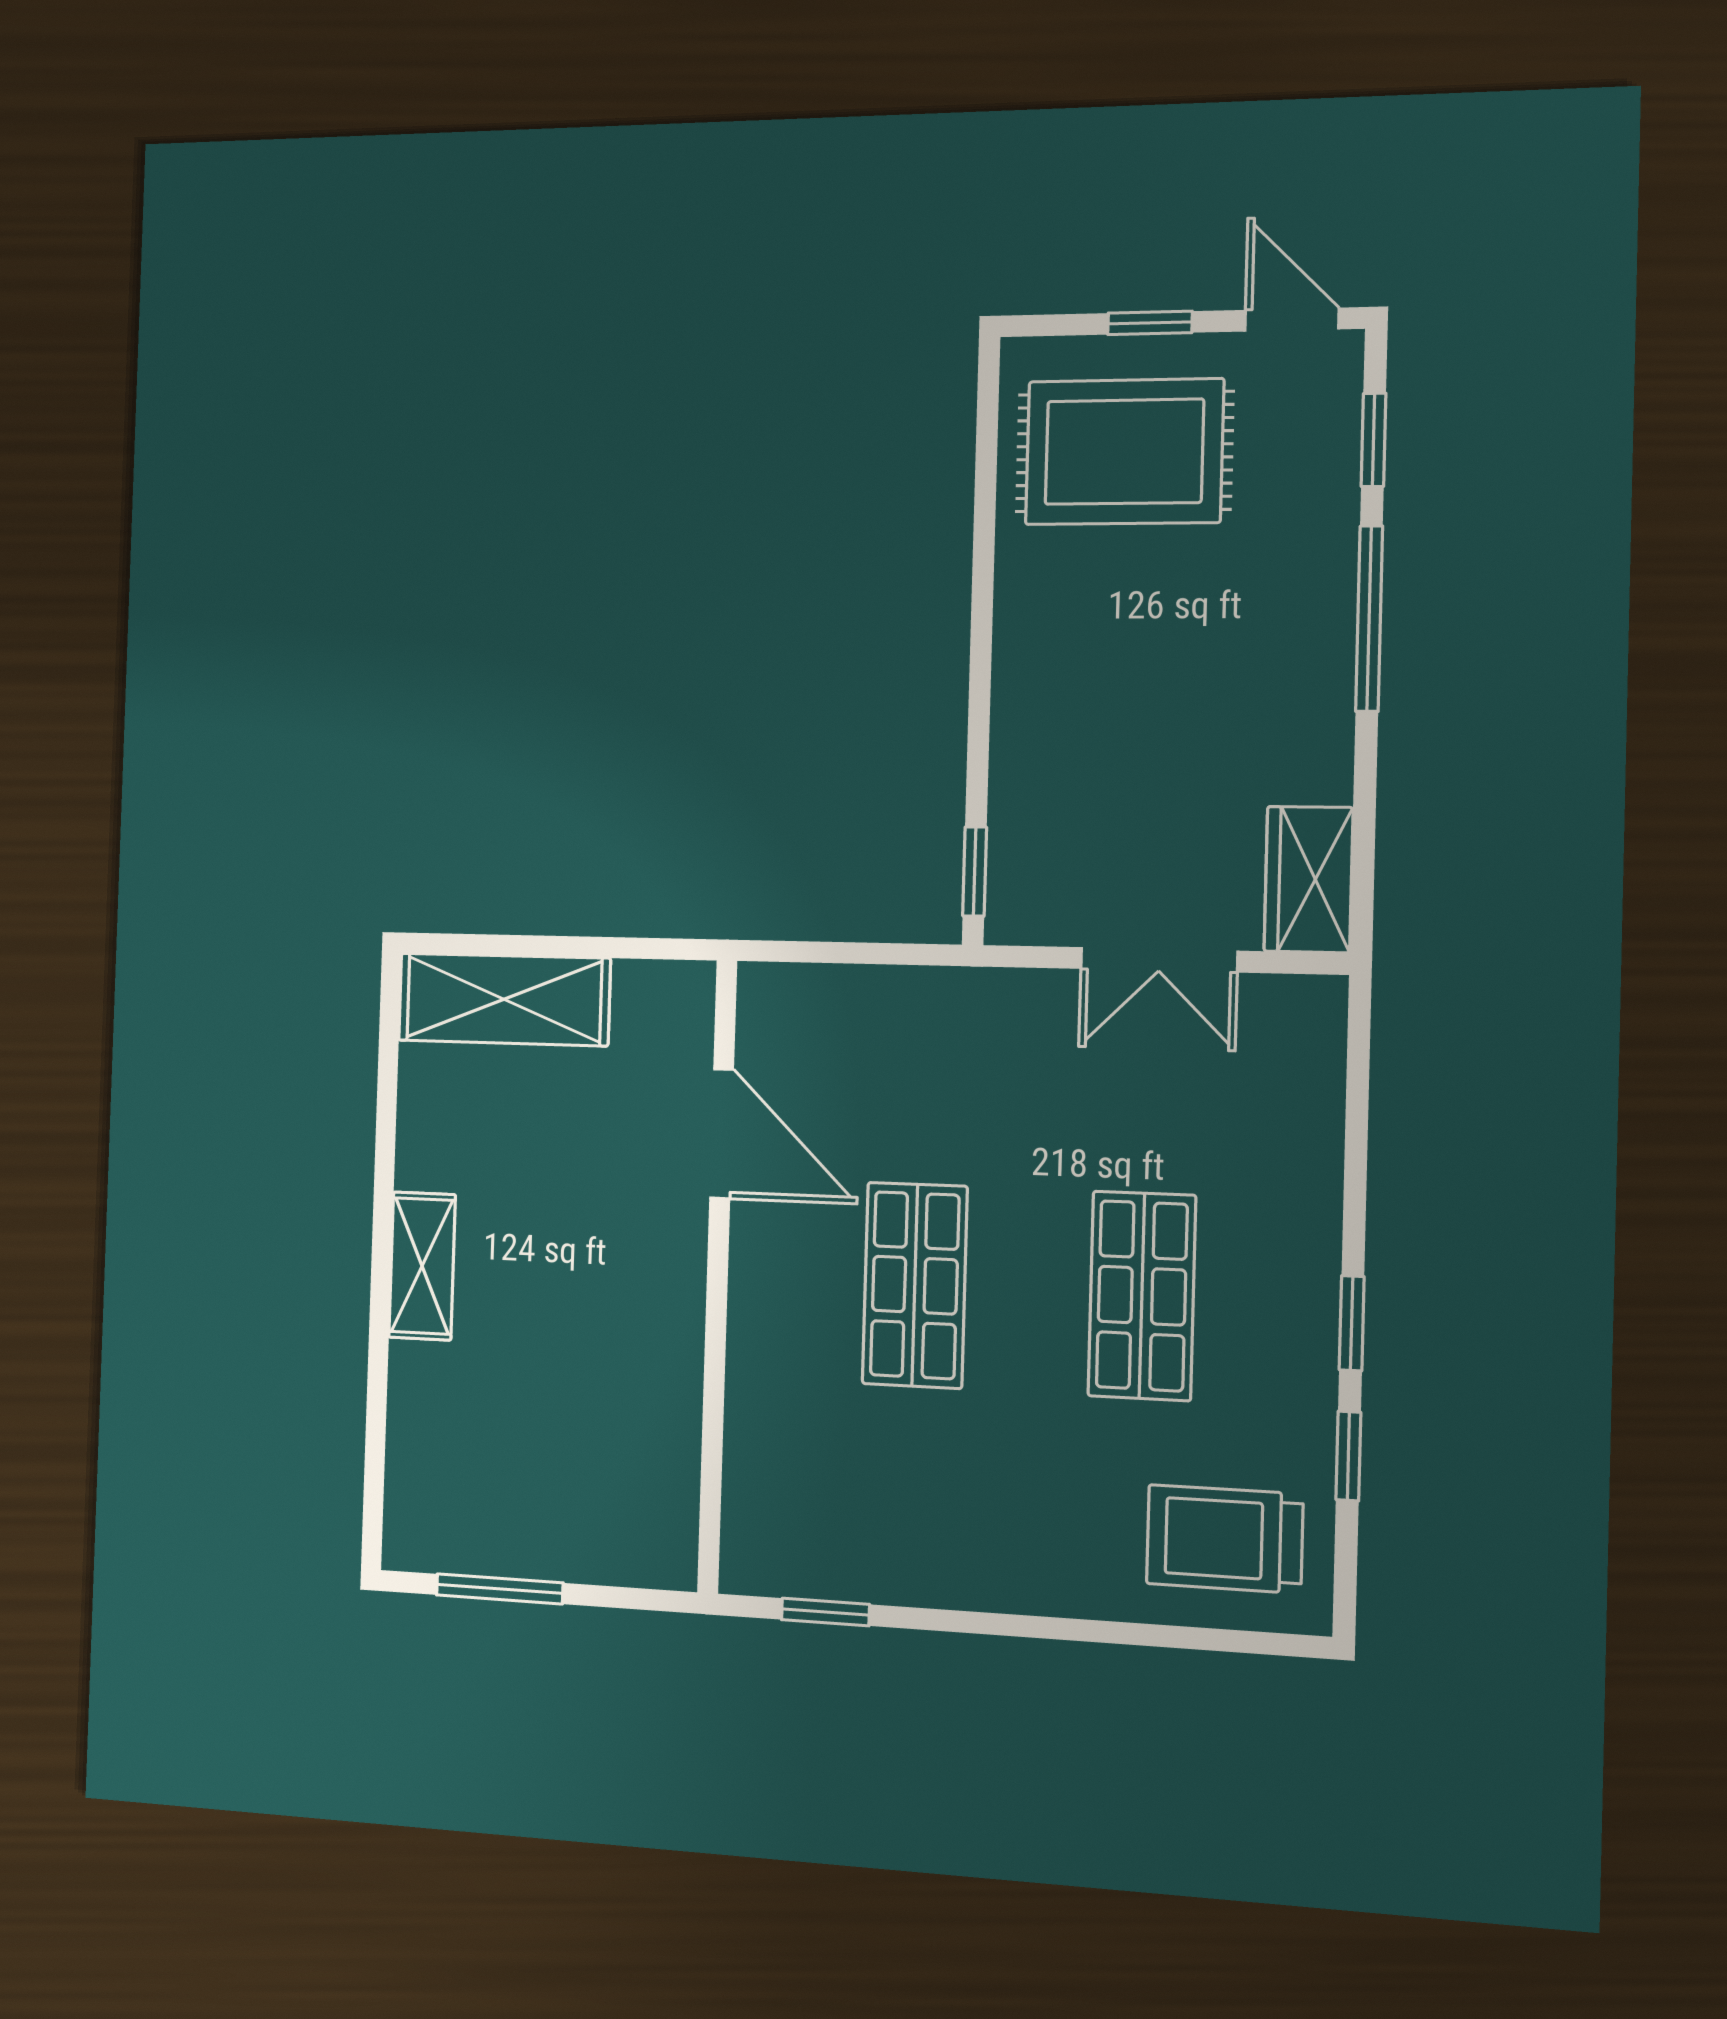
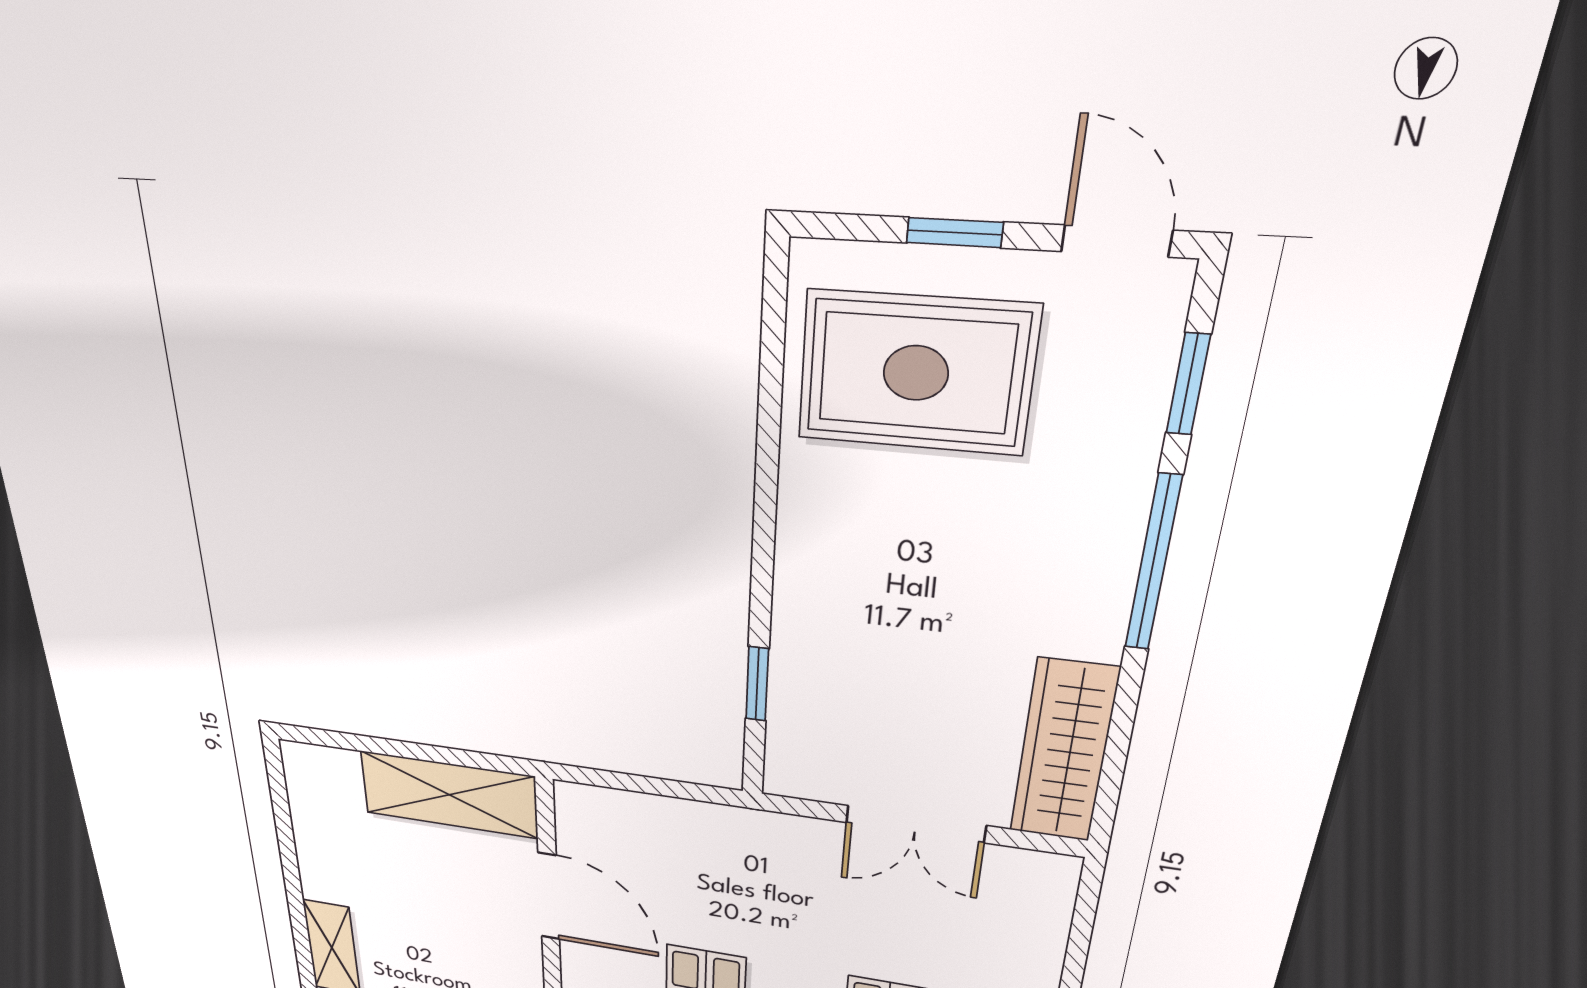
window: (975, 872) -> (757, 684), moved
wardrobe: (1308, 879) -> (1064, 751), width x1.50
shelving: (504, 999) -> (449, 795), moved

